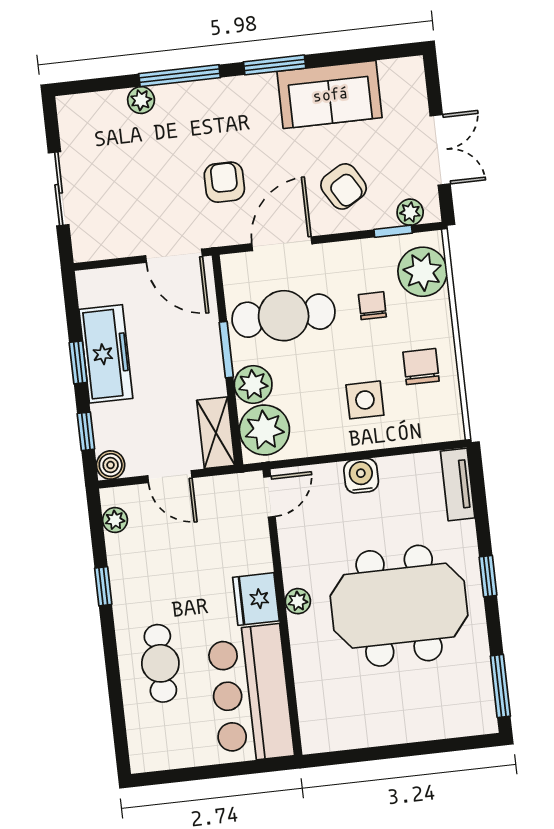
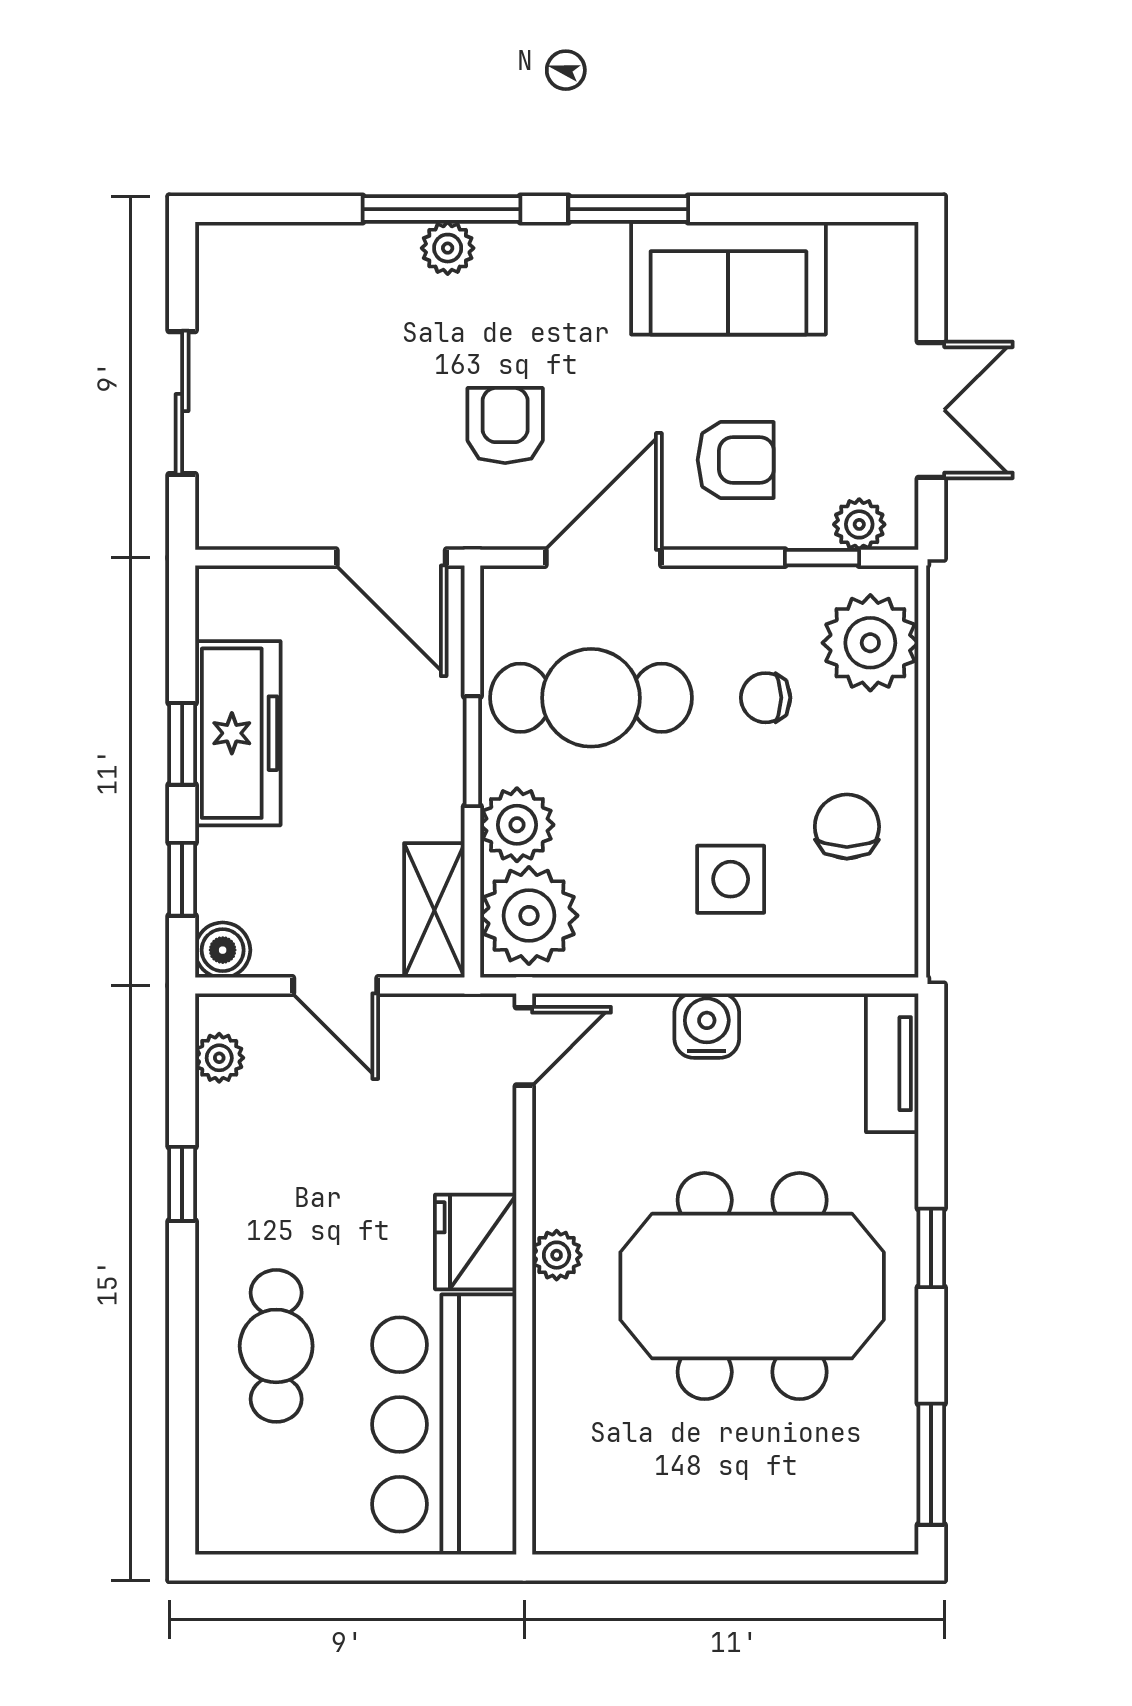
plant: (141, 100) -> (448, 248), moved
armchair: (344, 186) -> (736, 460), turned -59
chair: (372, 306) -> (766, 698), turned -90

